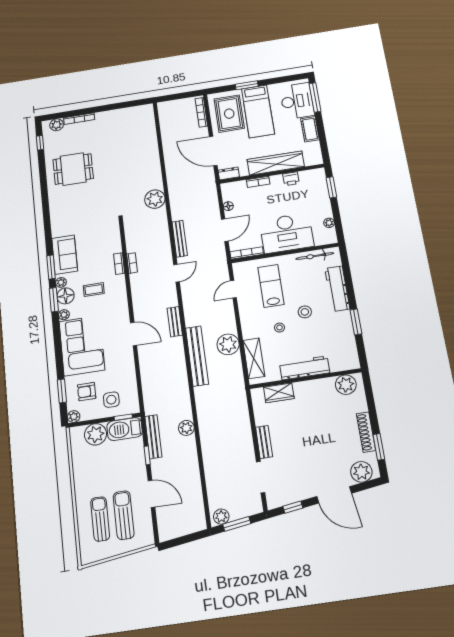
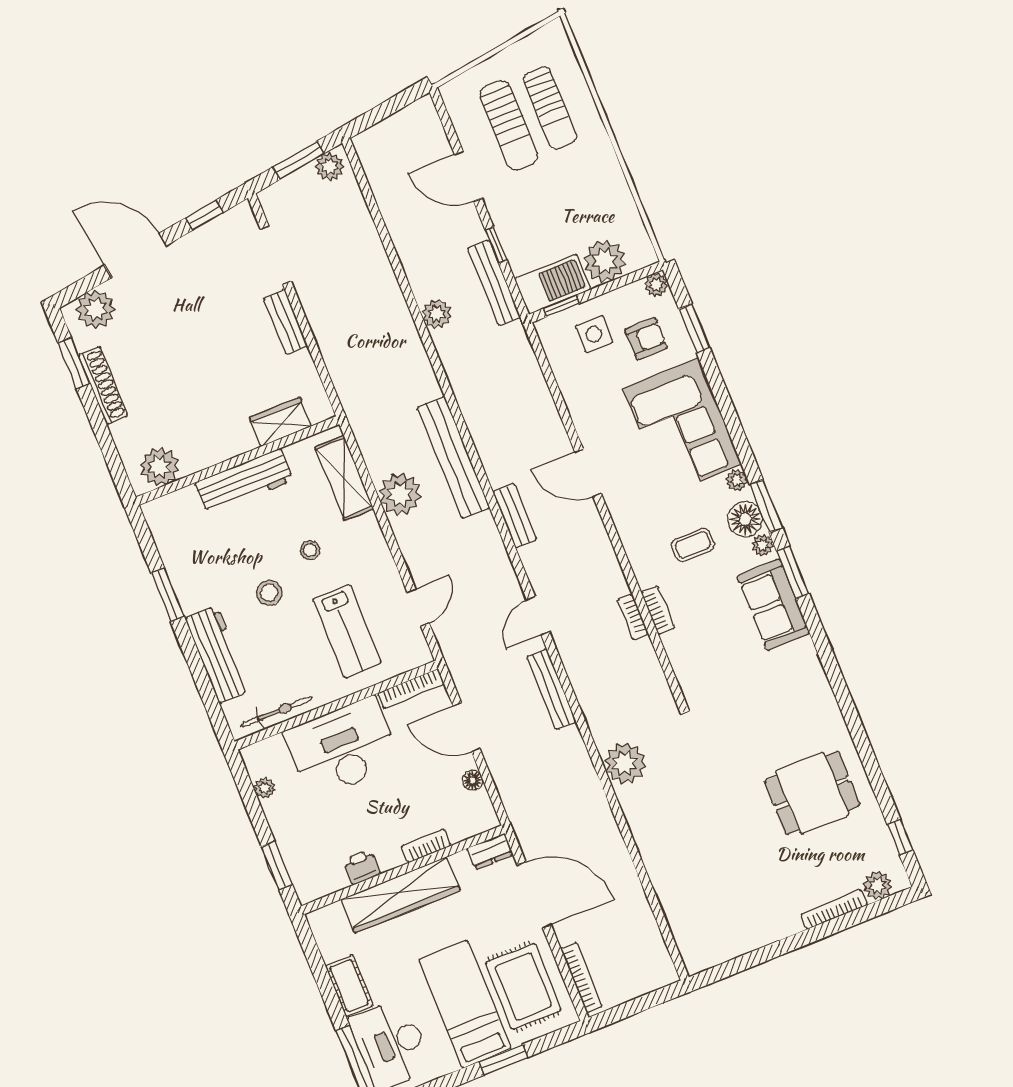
door: (225, 230) -> (467, 727), hinge flipped

